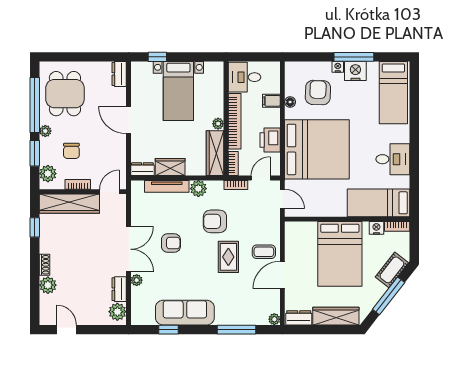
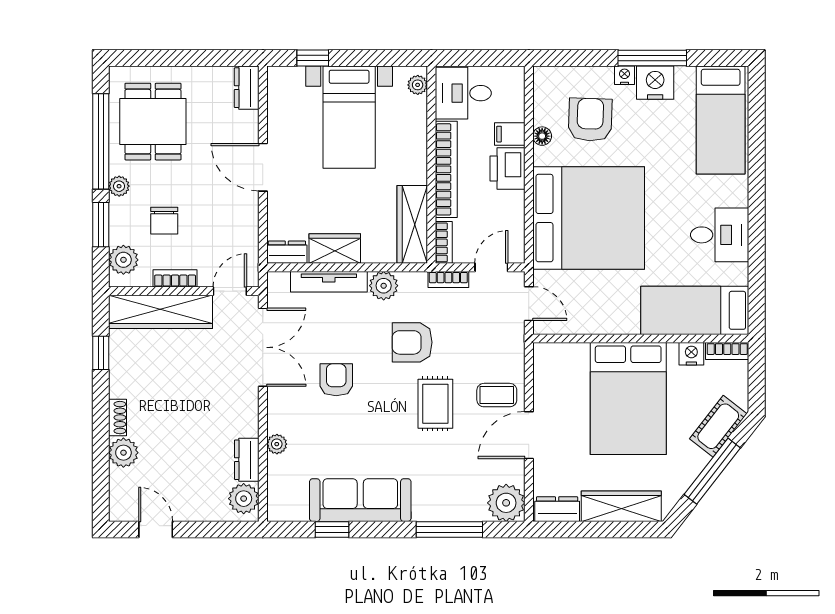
plant: (218, 124) -> (418, 85), moved
printer: (270, 140) -> (508, 168), moved
armchair: (171, 243) -> (336, 380), turned -90
double door: (129, 249) -> (263, 347), moved
plant: (274, 319) -> (506, 503), width x1.87, depth x1.87

